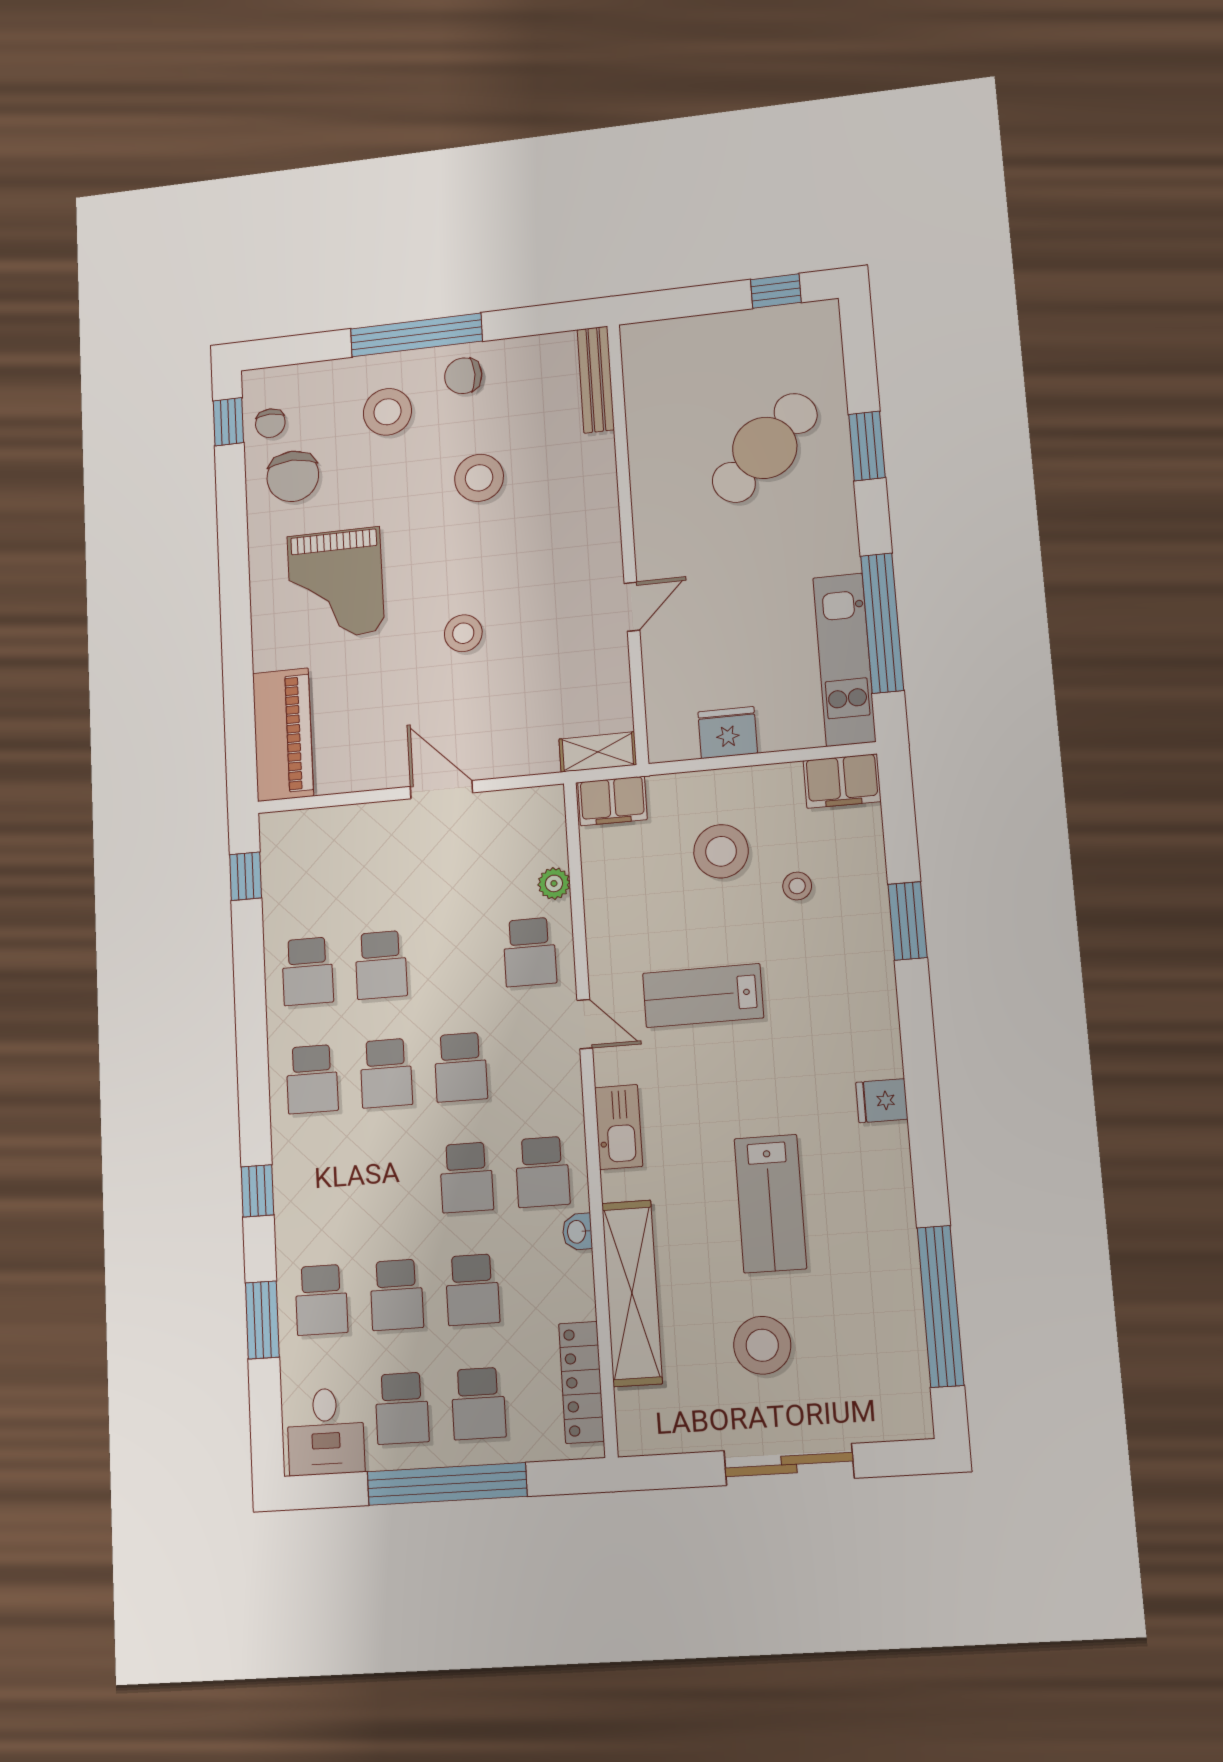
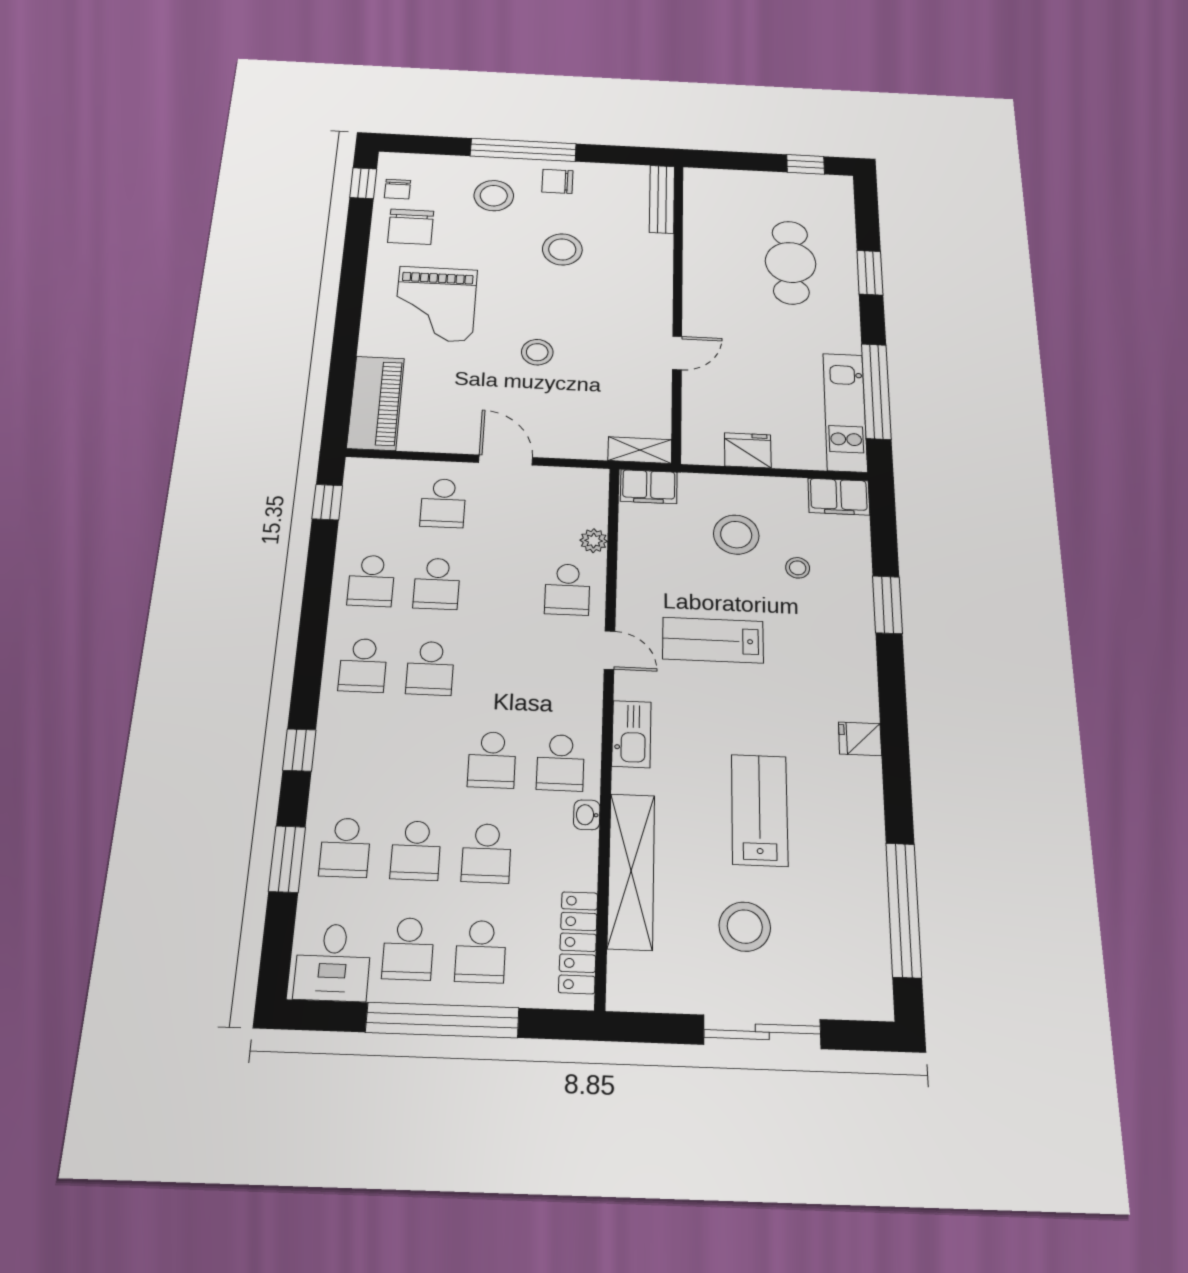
cafe table: (765, 448) -> (791, 262), turned -46
school desk: (461, 1067) -> (443, 503), moved
lab bench: (770, 1203) -> (760, 810), turned 180

